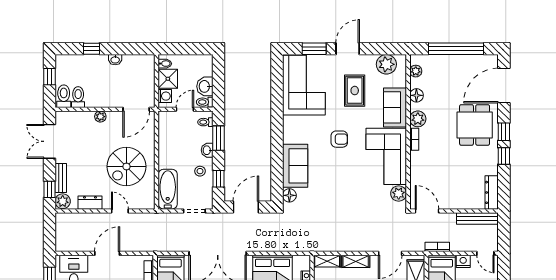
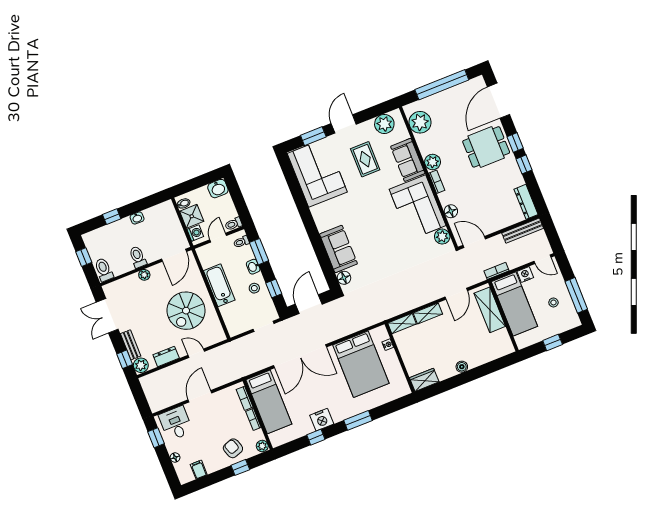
plant: (416, 71) -> (420, 122), width x1.87, depth x1.87
washbasin: (205, 86) -> (218, 189), moved, turned -90
floor lamp: (416, 95) -> (451, 211), moved
toilet: (78, 97) -> (138, 257), moved
dining table: (475, 125) -> (486, 147), turned 90
armchair: (339, 139) -> (369, 209), removed
bathtub: (168, 189) -> (219, 285), moved

